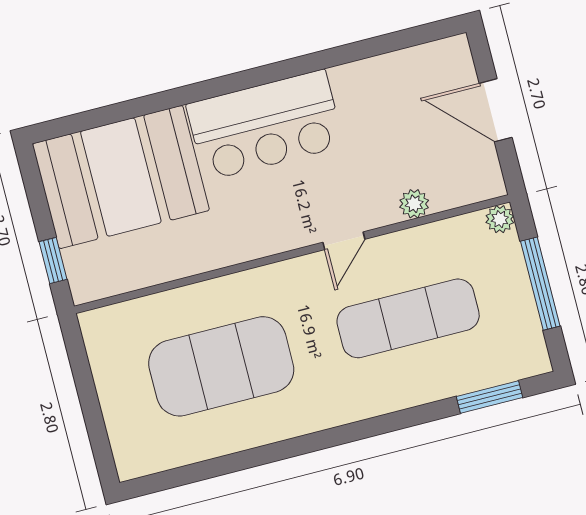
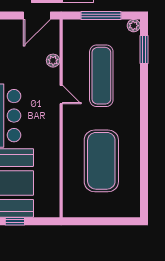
door: (496, 110) -> (37, 15), moved
plant: (500, 219) -> (134, 26), moved
window: (53, 260) -> (15, 221), moved

